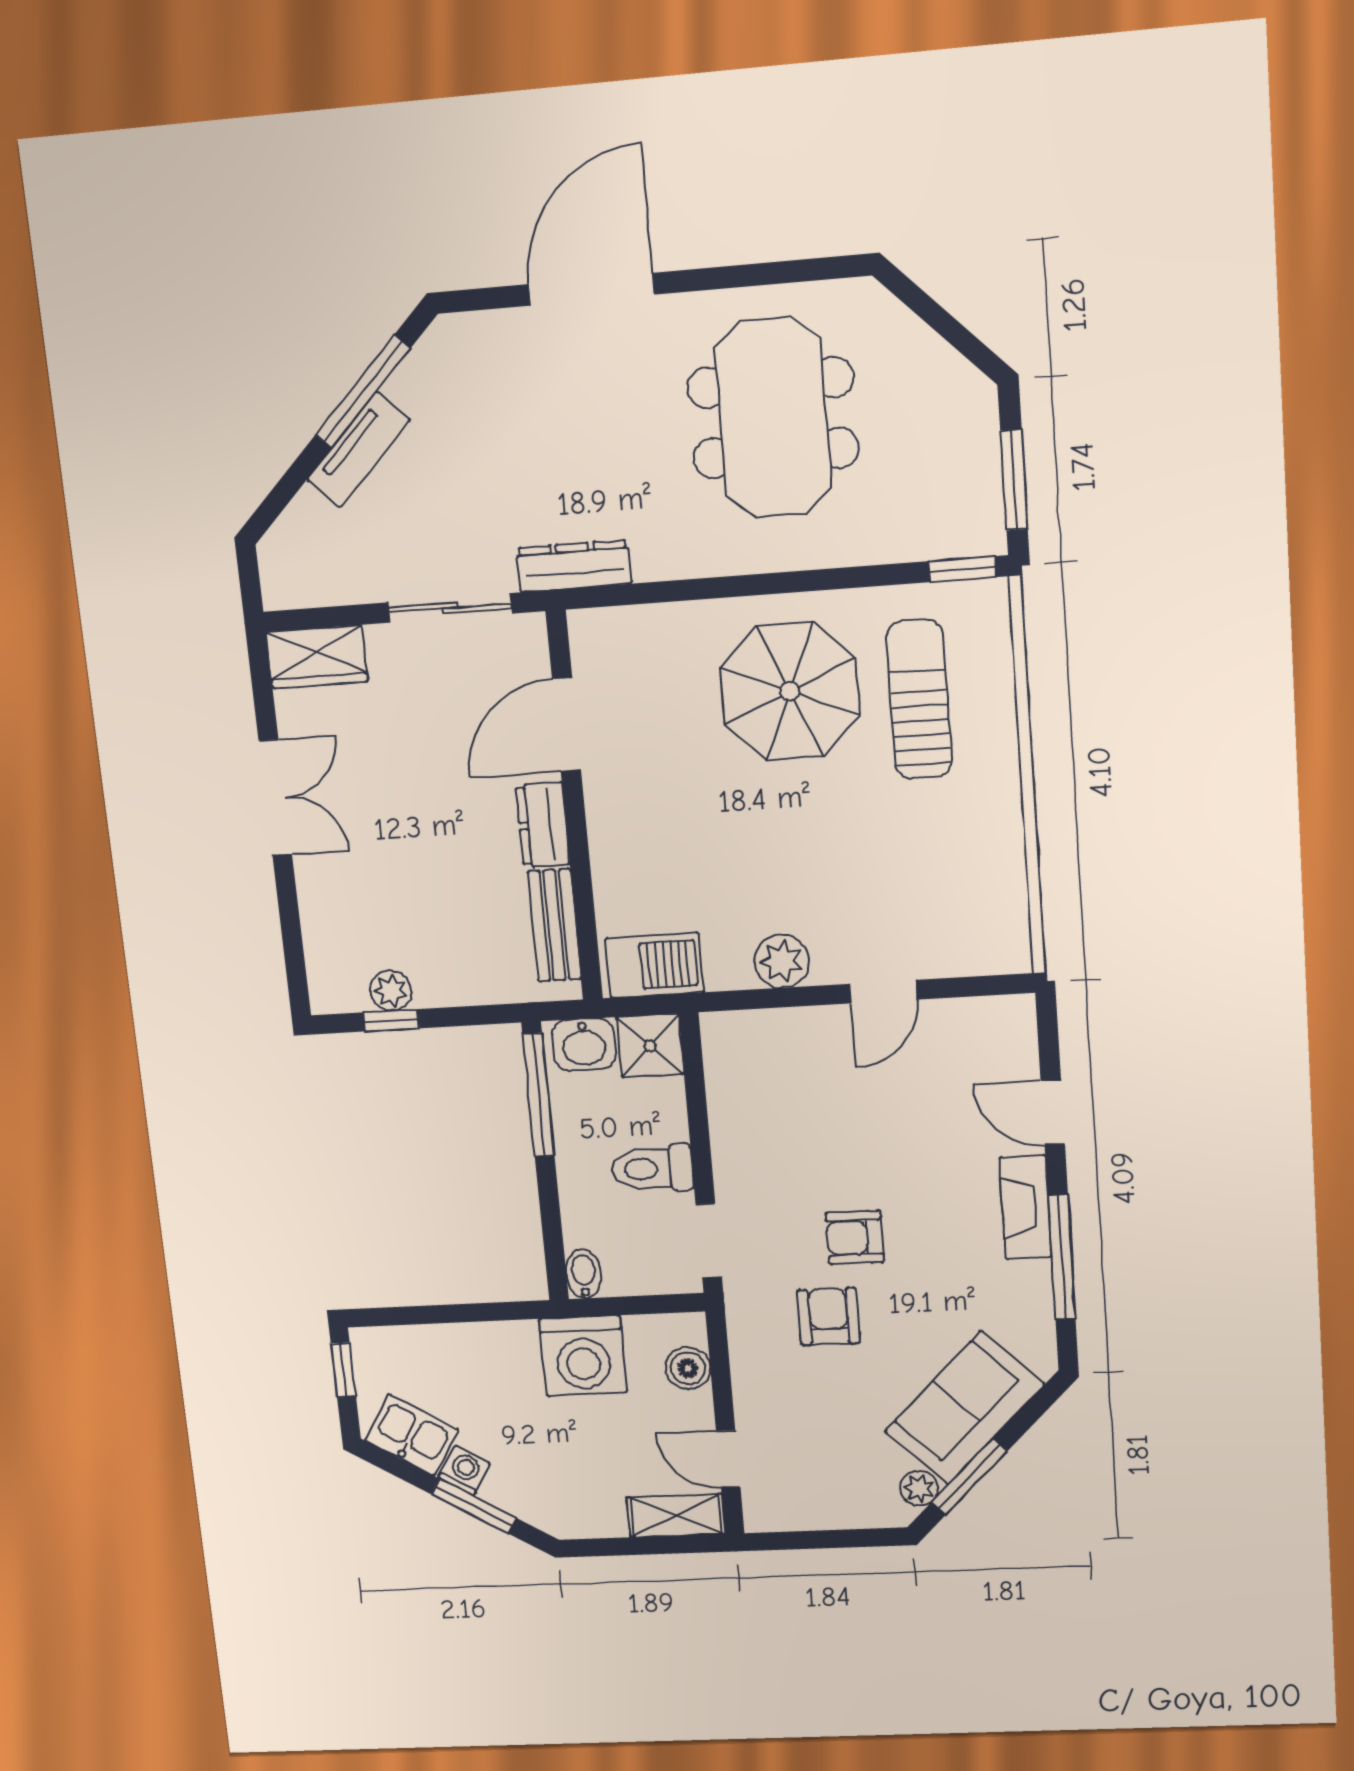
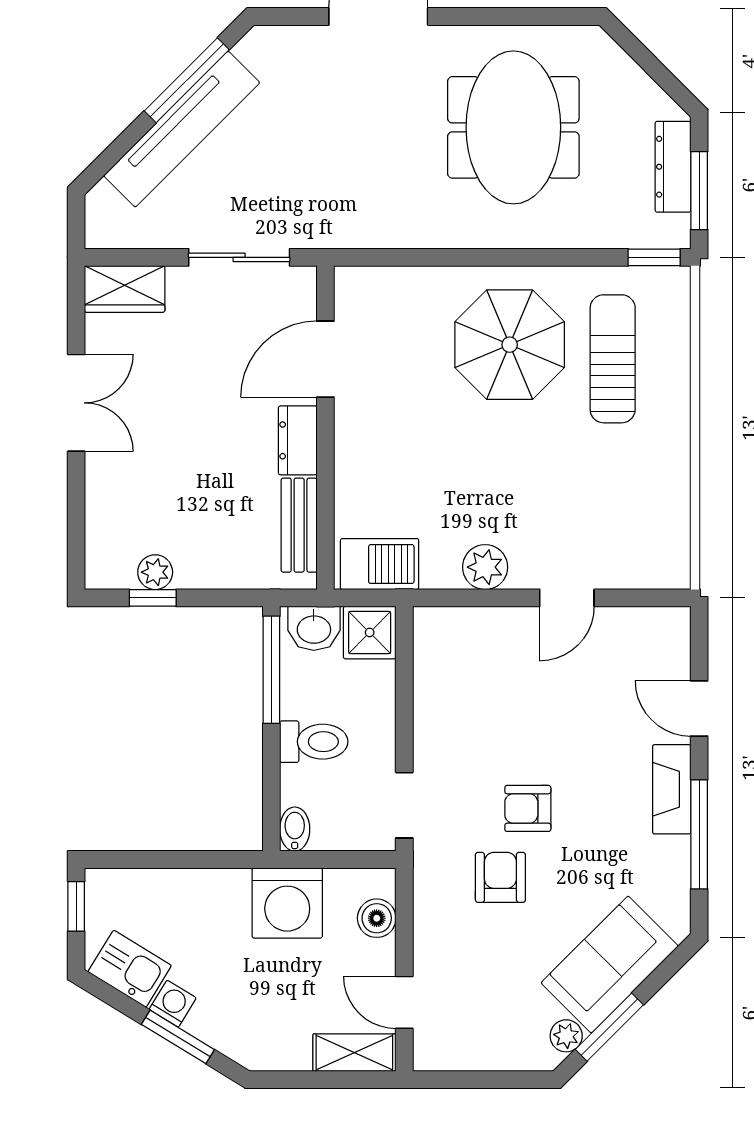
tv unit: (358, 450) -> (182, 129), width x1.92, depth x1.29
dresser: (574, 566) -> (673, 167), moved, turned -90
toilet: (652, 1169) -> (314, 742), moved, turned 180

